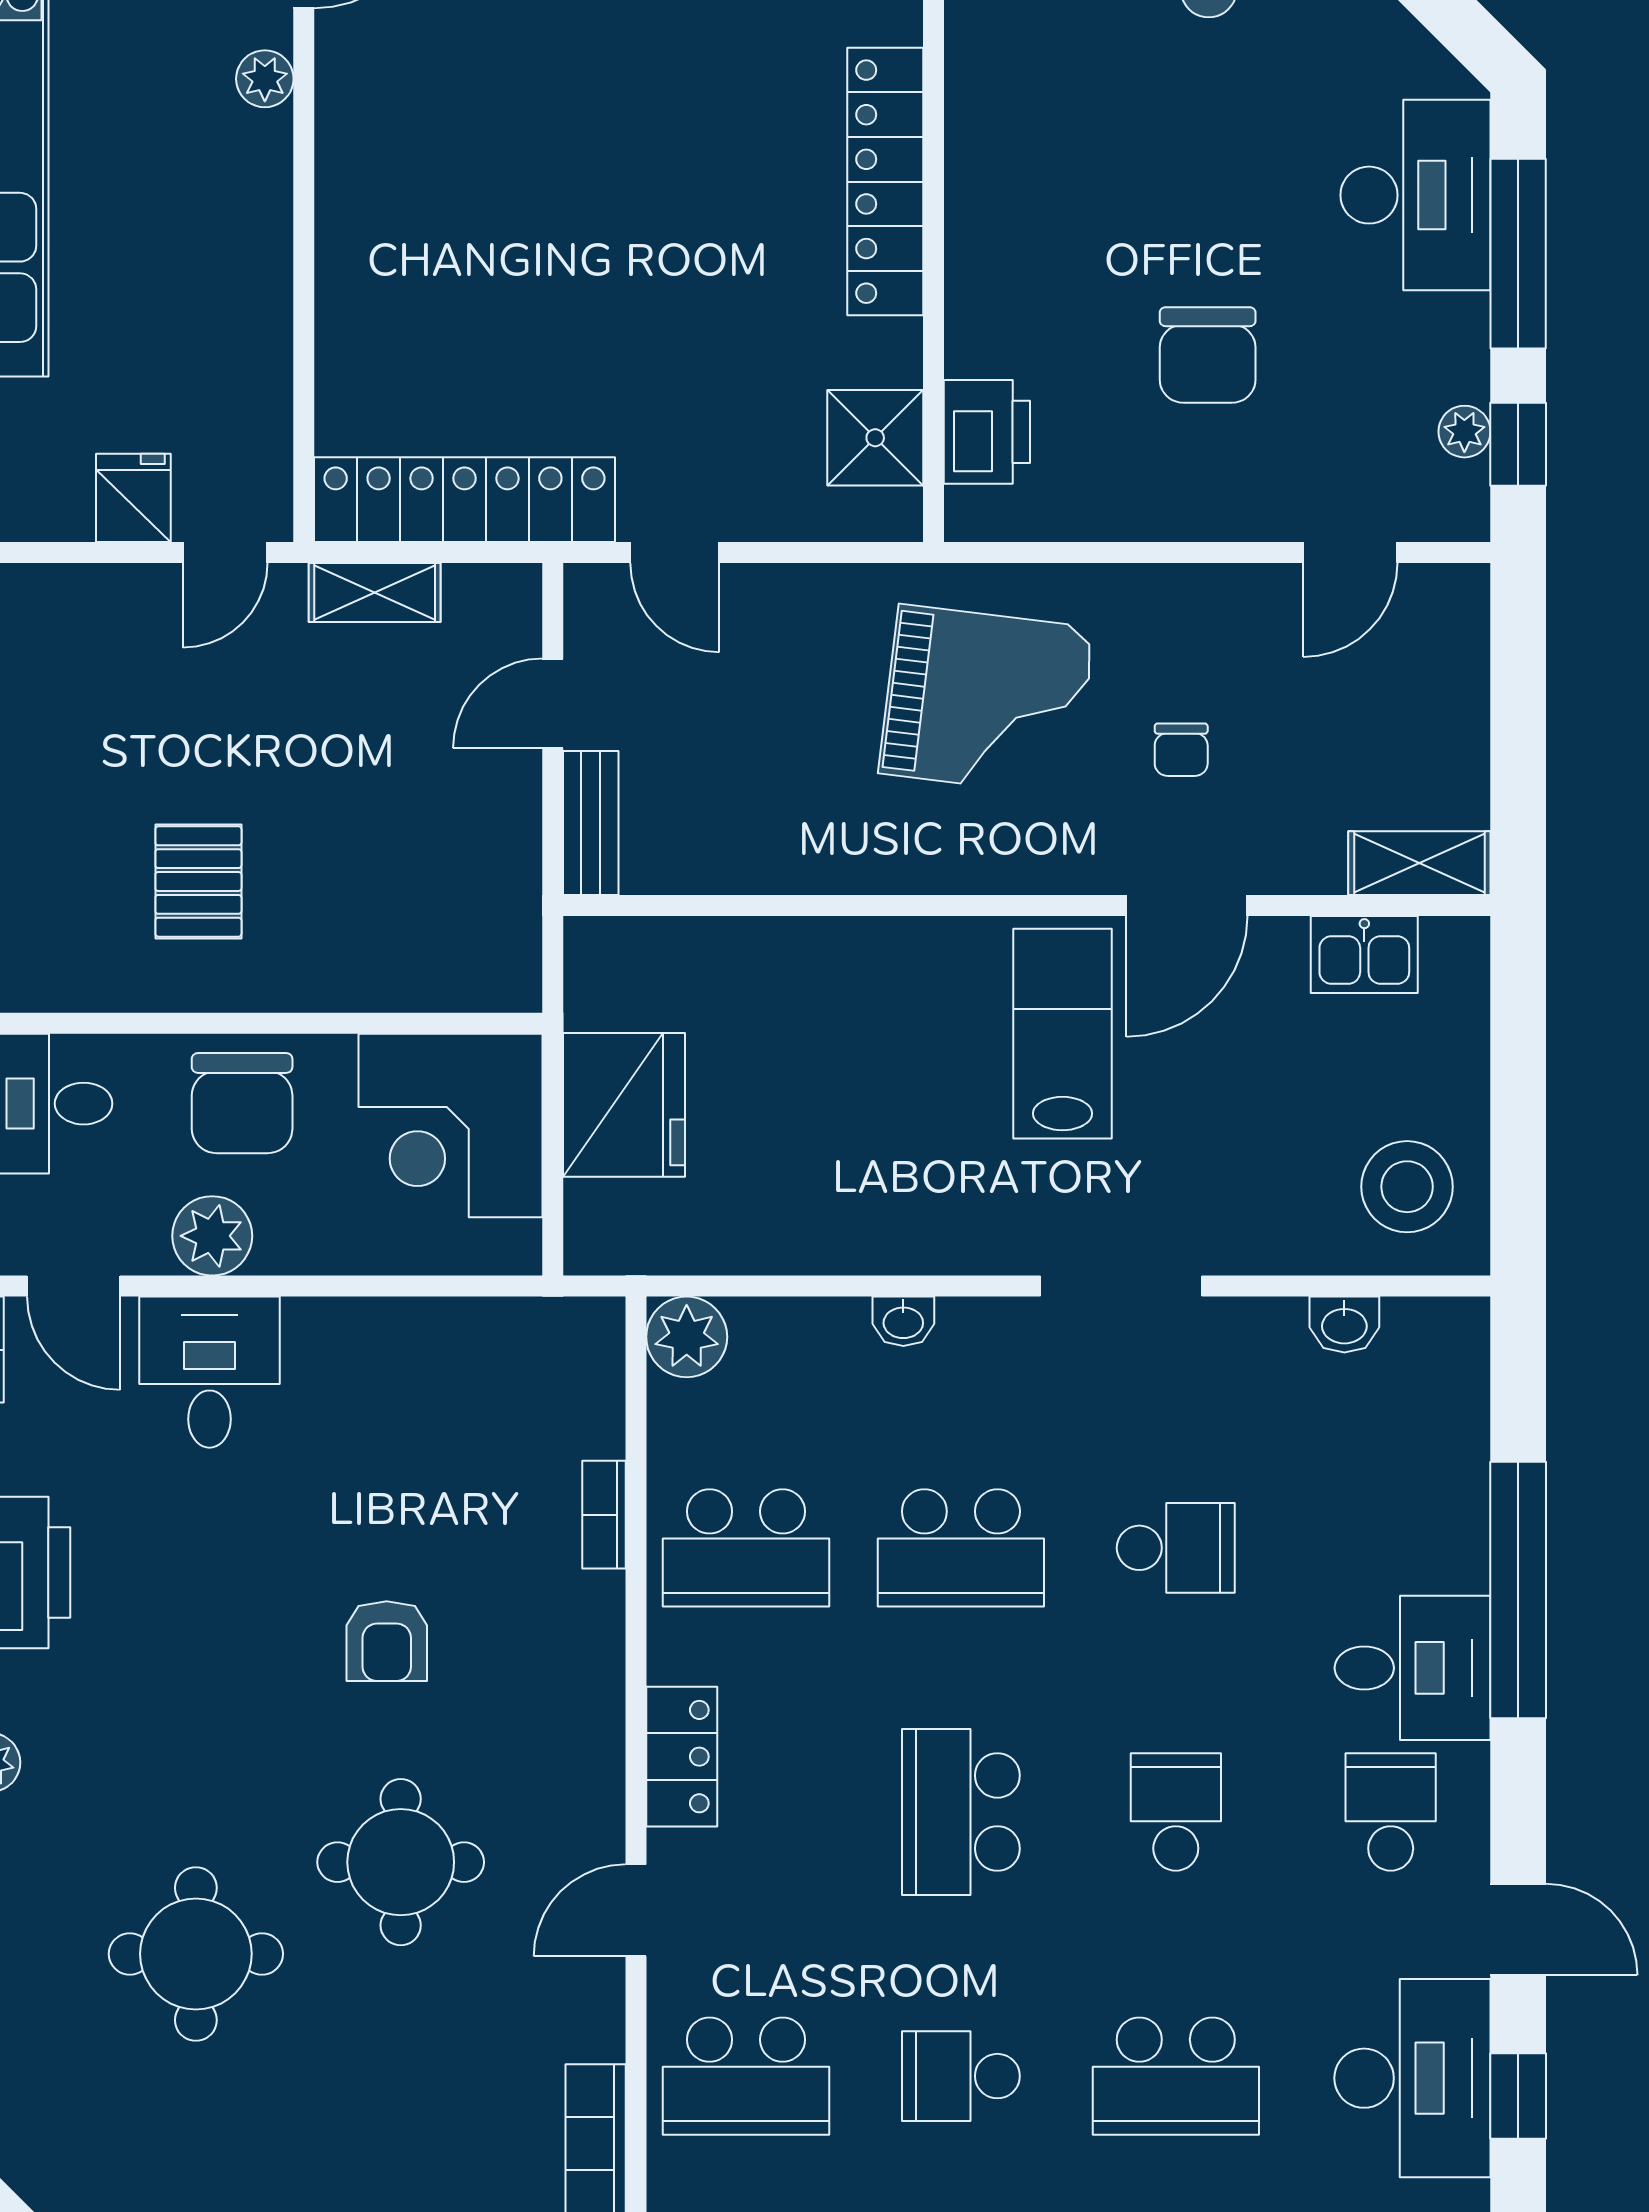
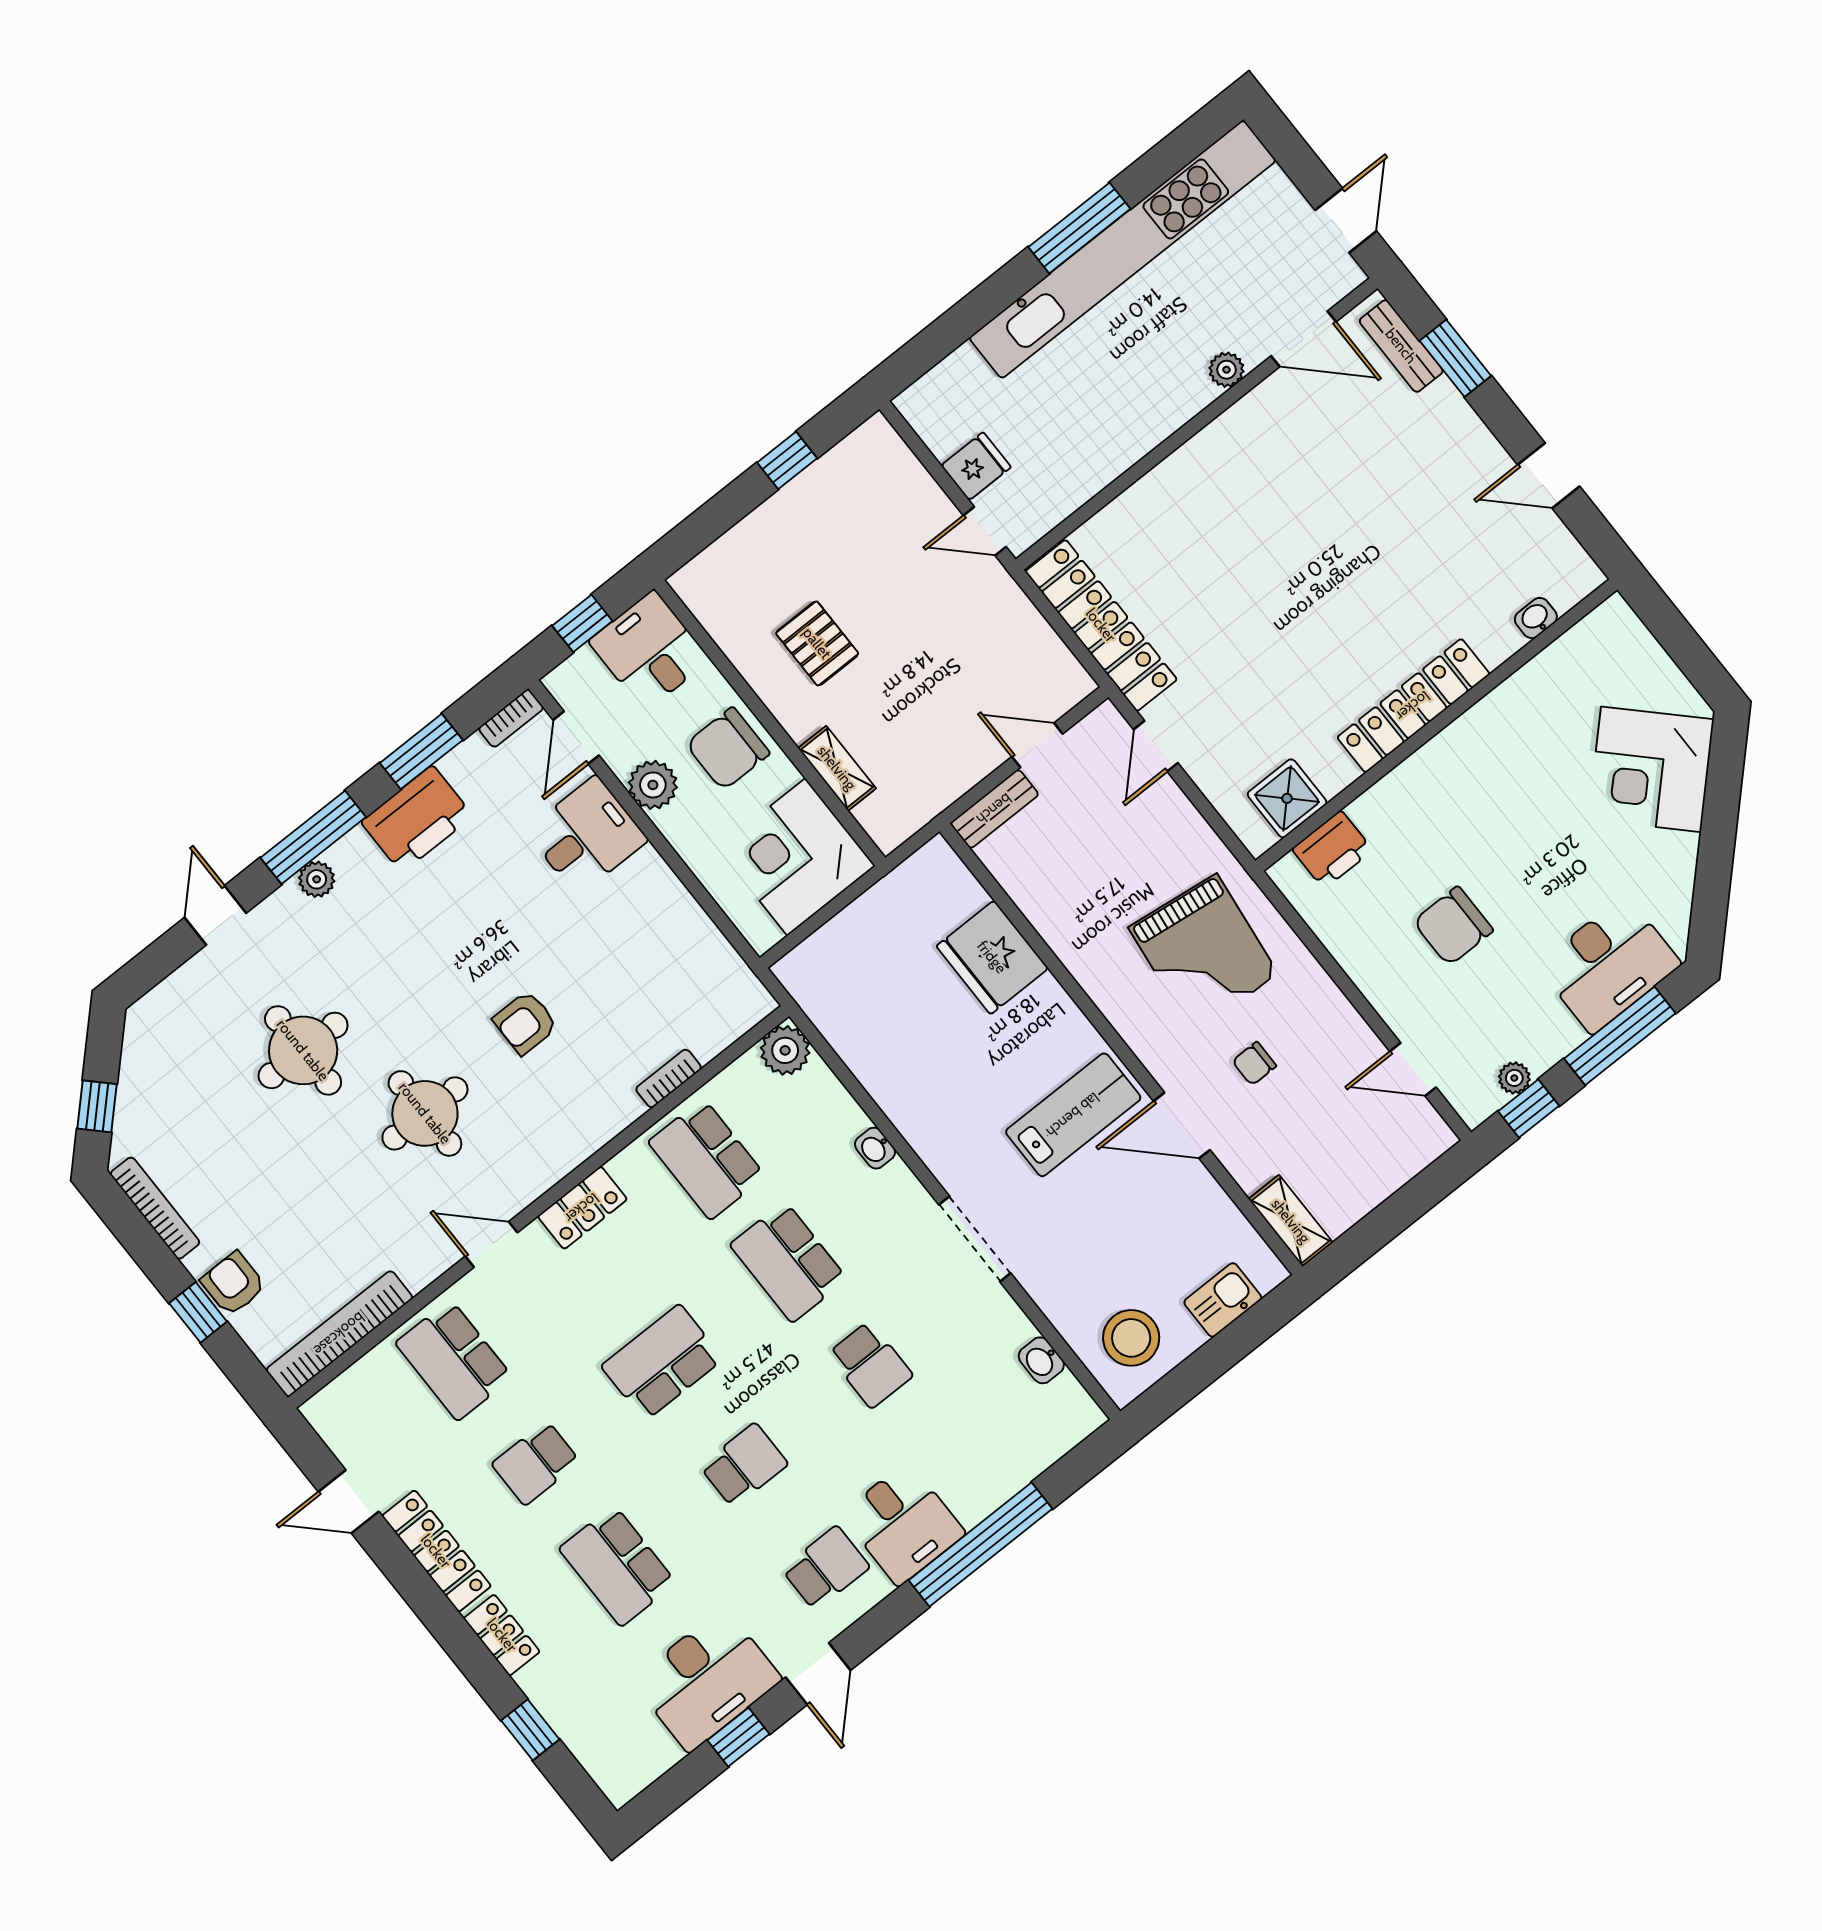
shelving: (375, 593) -> (837, 768), moved
pallet: (198, 882) -> (817, 643), turned 90
kitchen sink: (1364, 955) -> (1223, 1300), moved, turned 90
fridge: (624, 1105) -> (992, 957), moved, turned 90
school desk: (961, 2076) -> (536, 1463), turned -90

